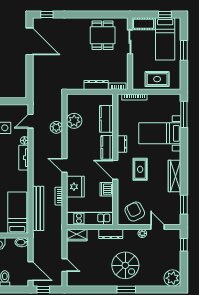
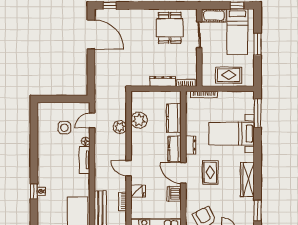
fridge: (75, 187) -> (138, 191), width x0.53, depth x0.75

